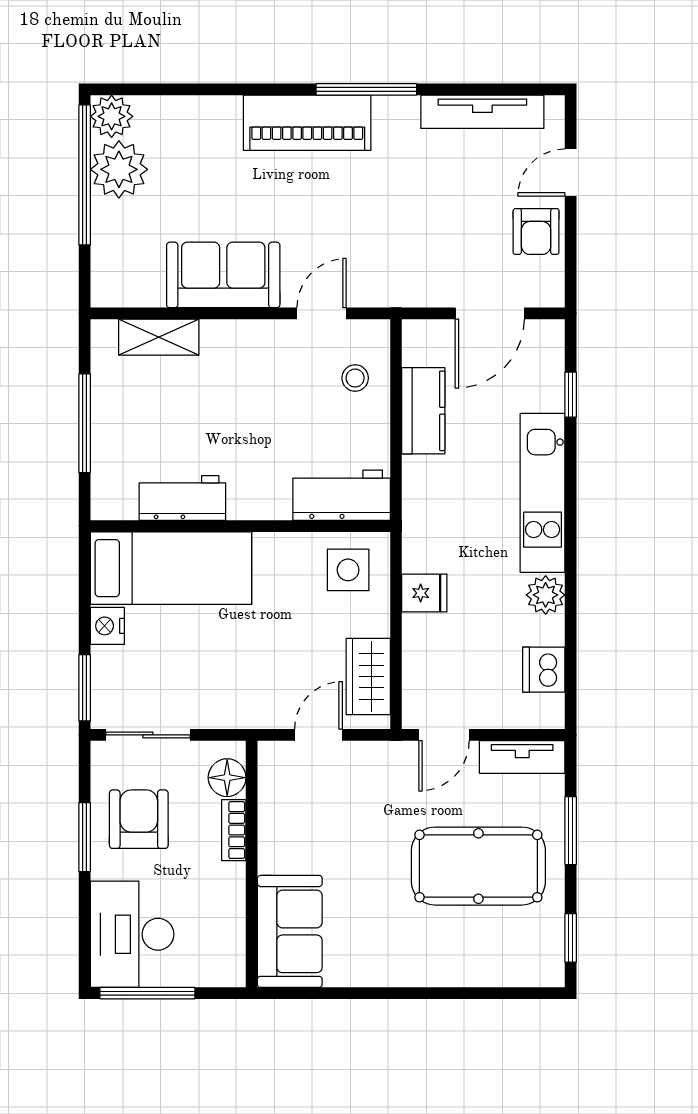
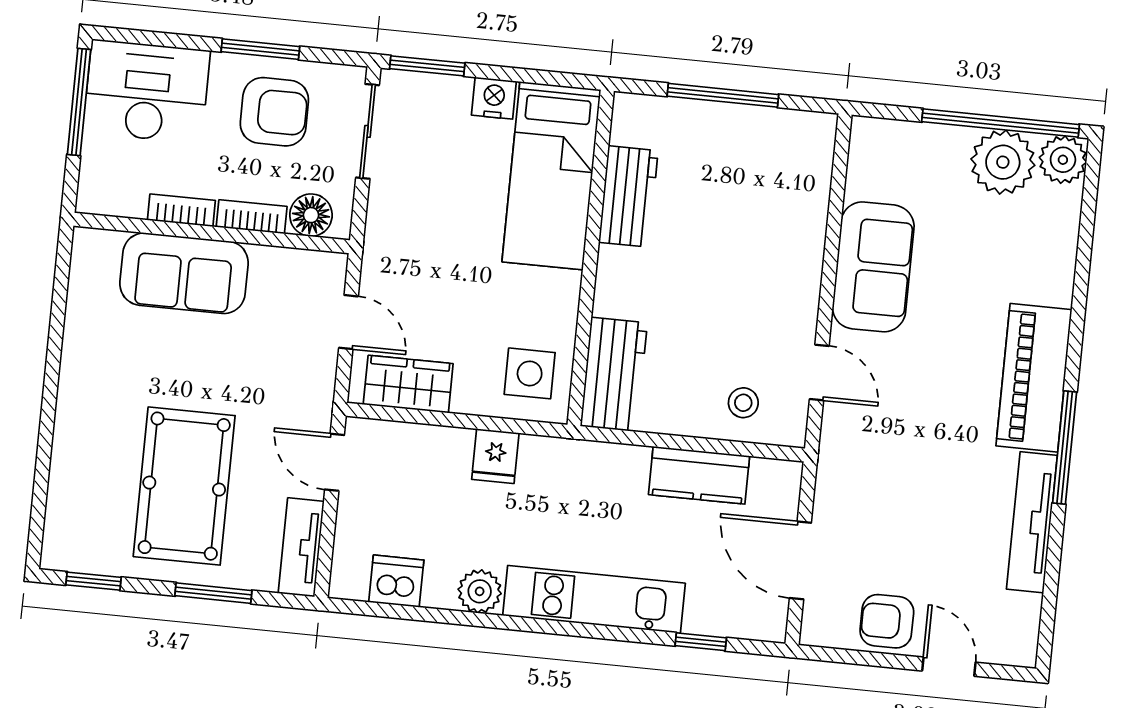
tv unit: (482, 112) -> (1032, 522), moved
shelving: (159, 337) -> (811, 188), removed
bookcase: (234, 893) -> (181, 210), added
sofa: (290, 931) -> (184, 273), moved

